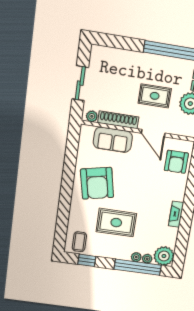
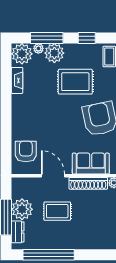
fireplace: (176, 214) -> (17, 80), moved
plant: (136, 257) -> (54, 53), width x1.88, depth x1.88
window: (87, 260) -> (87, 38), moved
window: (138, 267) -> (47, 38), width x0.68

